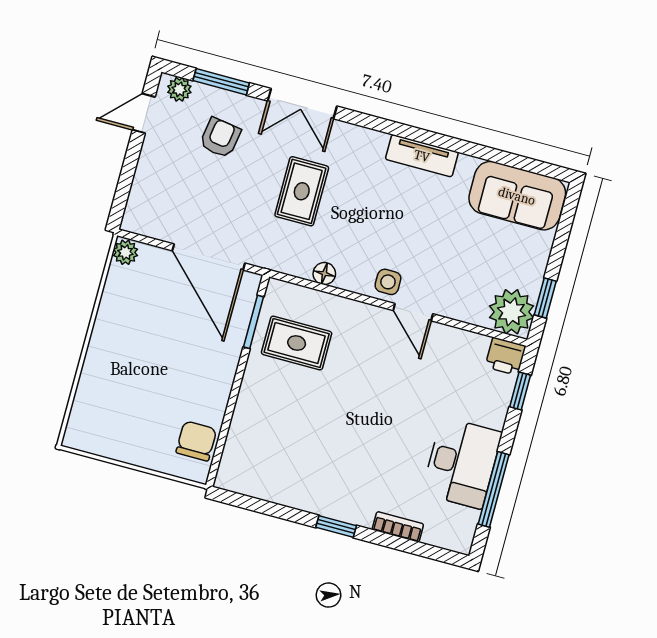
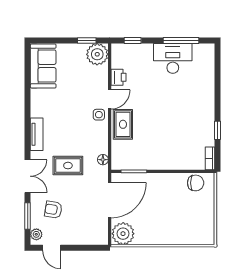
tv unit: (422, 156) -> (37, 134), moved
plant: (125, 252) -> (123, 234), width x1.87, depth x1.87
floor lamp: (324, 274) -> (103, 160), moved
rug: (297, 343) -> (123, 124), moved
printer: (505, 356) -> (118, 77), moved
chair: (196, 441) -> (196, 183), turned 180
window: (336, 526) -> (218, 130), moved
bookcase: (398, 527) -> (210, 158), moved

